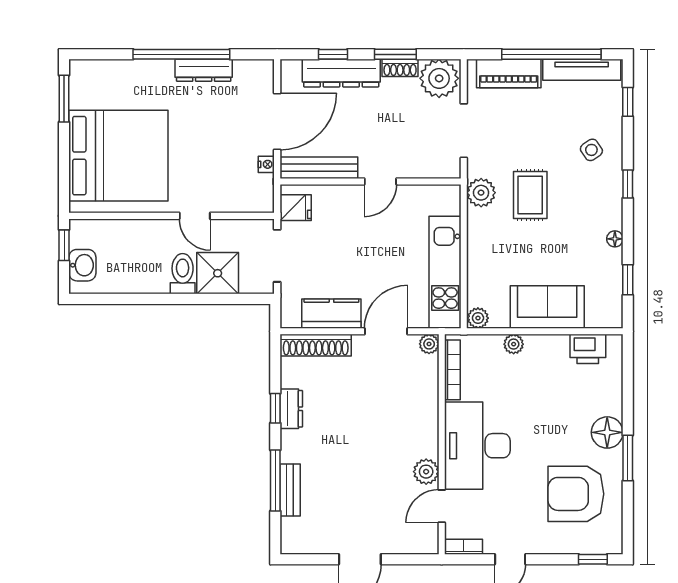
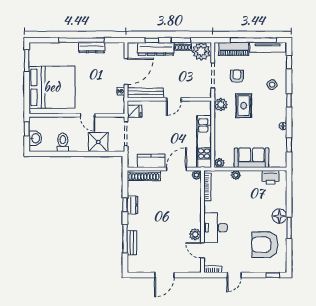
armchair: (516, 132) -> (237, 76), added
toilet: (183, 274) -> (63, 142), moved
desk: (477, 446) -> (216, 228), width x0.73, depth x0.77
door: (442, 506) -> (202, 250), hinge flipped

